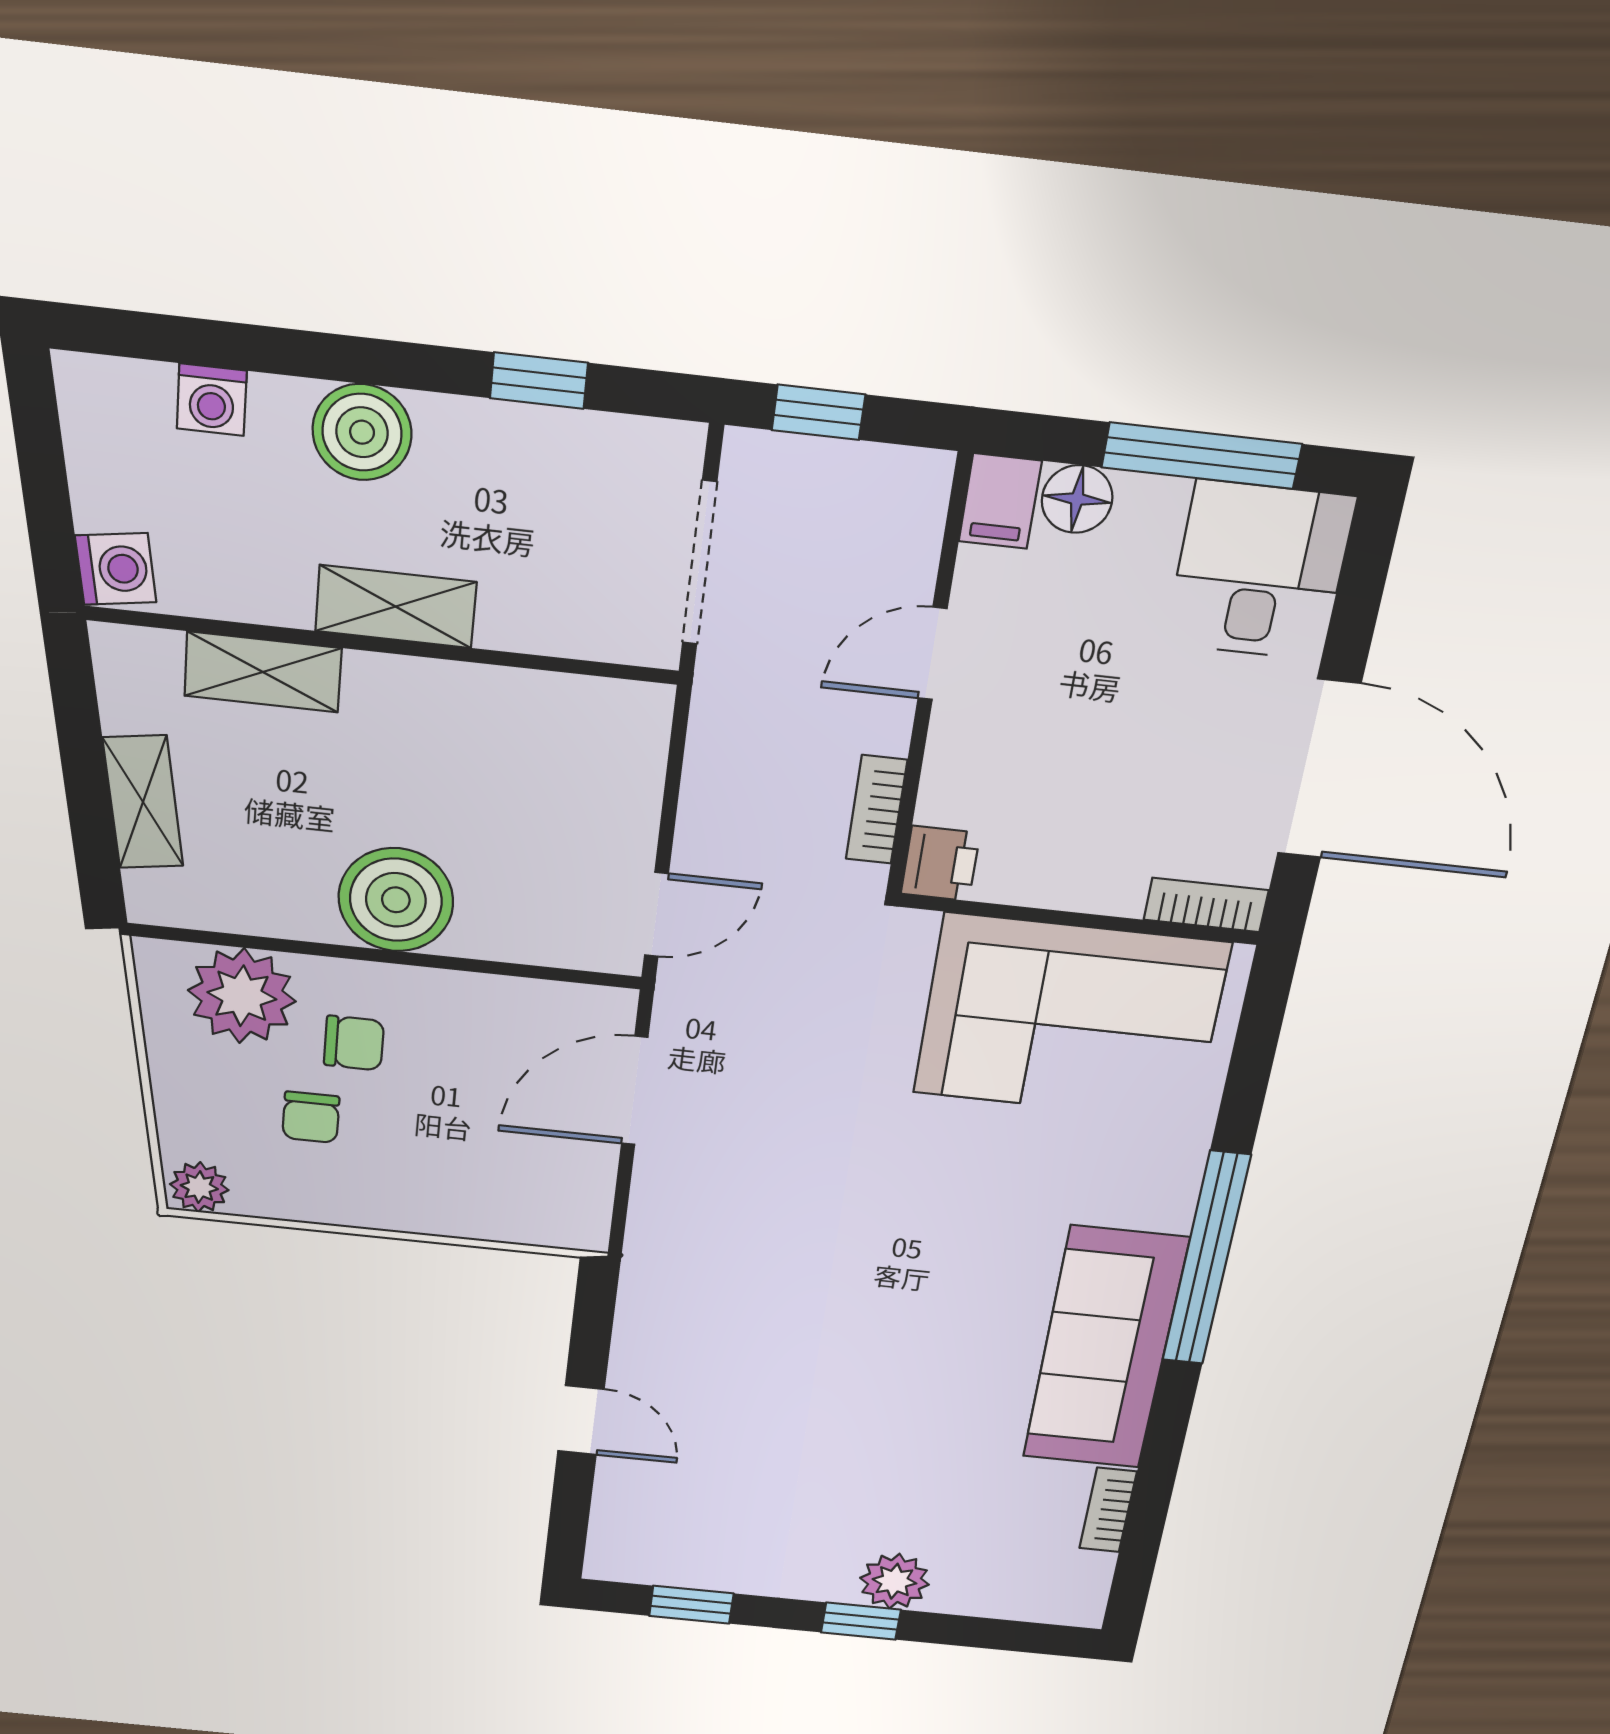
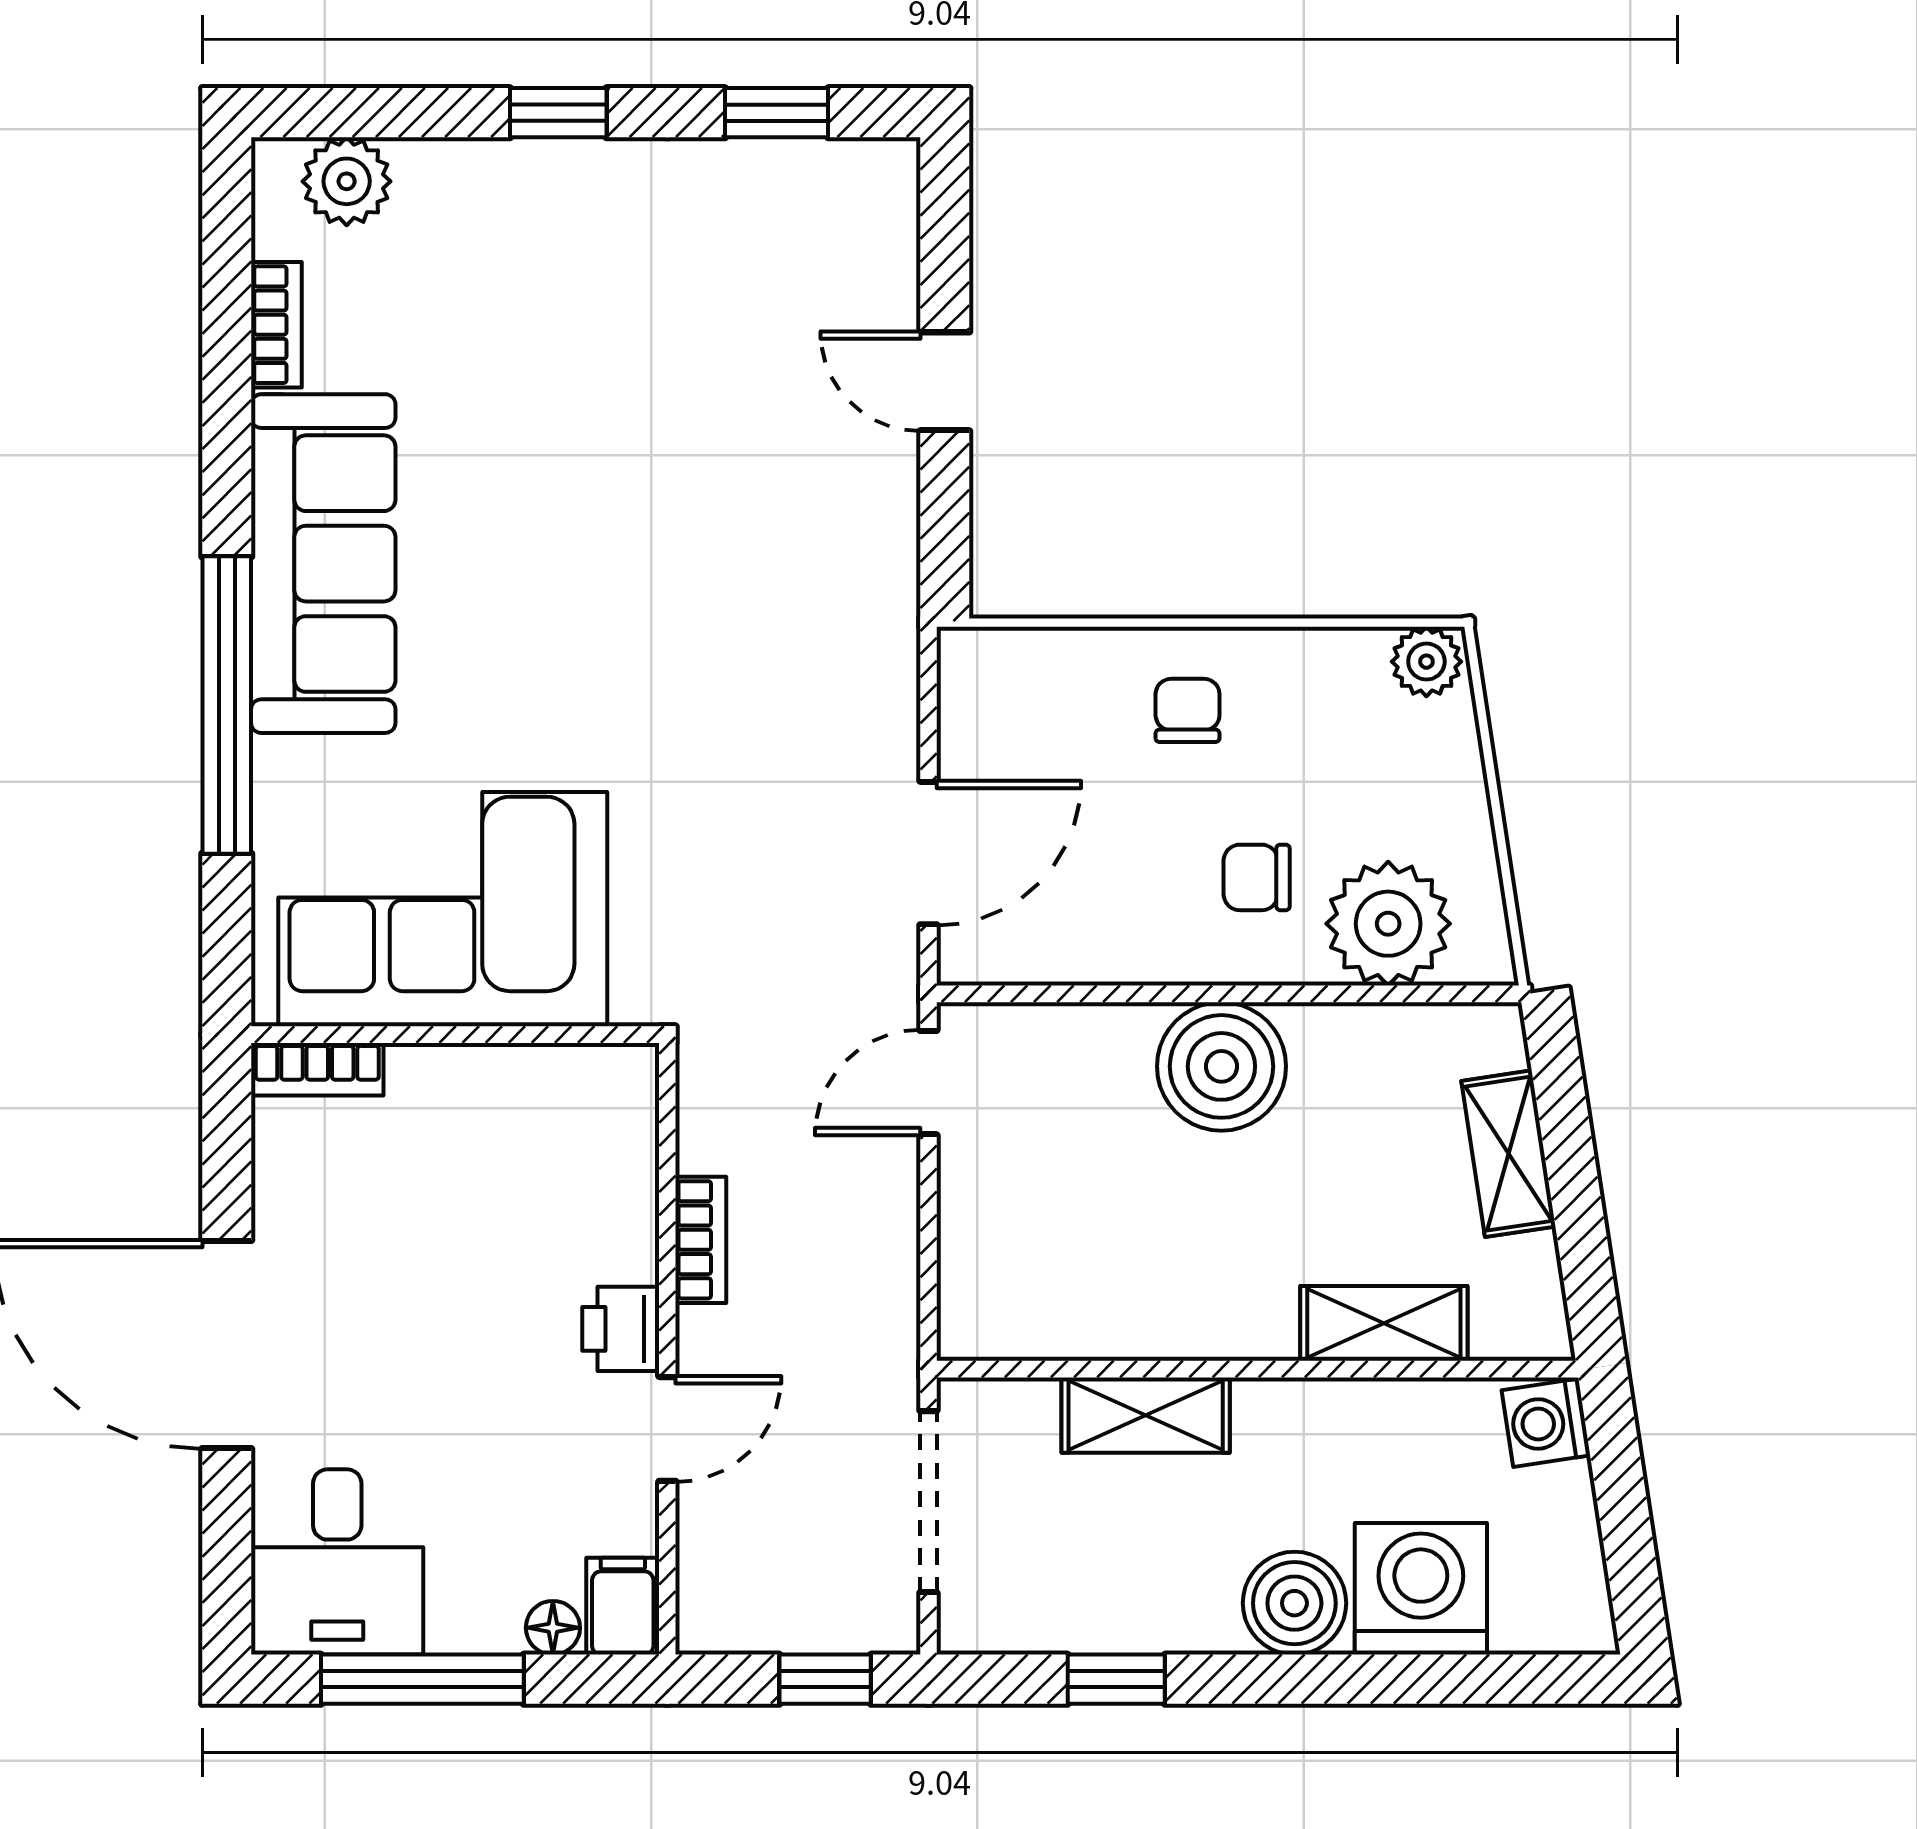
washing machine: (212, 400) -> (1421, 1589), width x1.89, depth x1.89
floor lamp: (1077, 499) -> (553, 1628), width x0.73, depth x0.73
shelving: (396, 607) -> (1146, 1415), moved
printer: (940, 863) -> (621, 1329), moved
bookcase: (1206, 905) -> (317, 1069), moved
wall: (1079, 919) -> (455, 1035), moved
corner sofa: (1071, 1018) -> (443, 909), moved
chair: (311, 1117) -> (1188, 710), moved
plant: (894, 1581) -> (347, 181), moved

